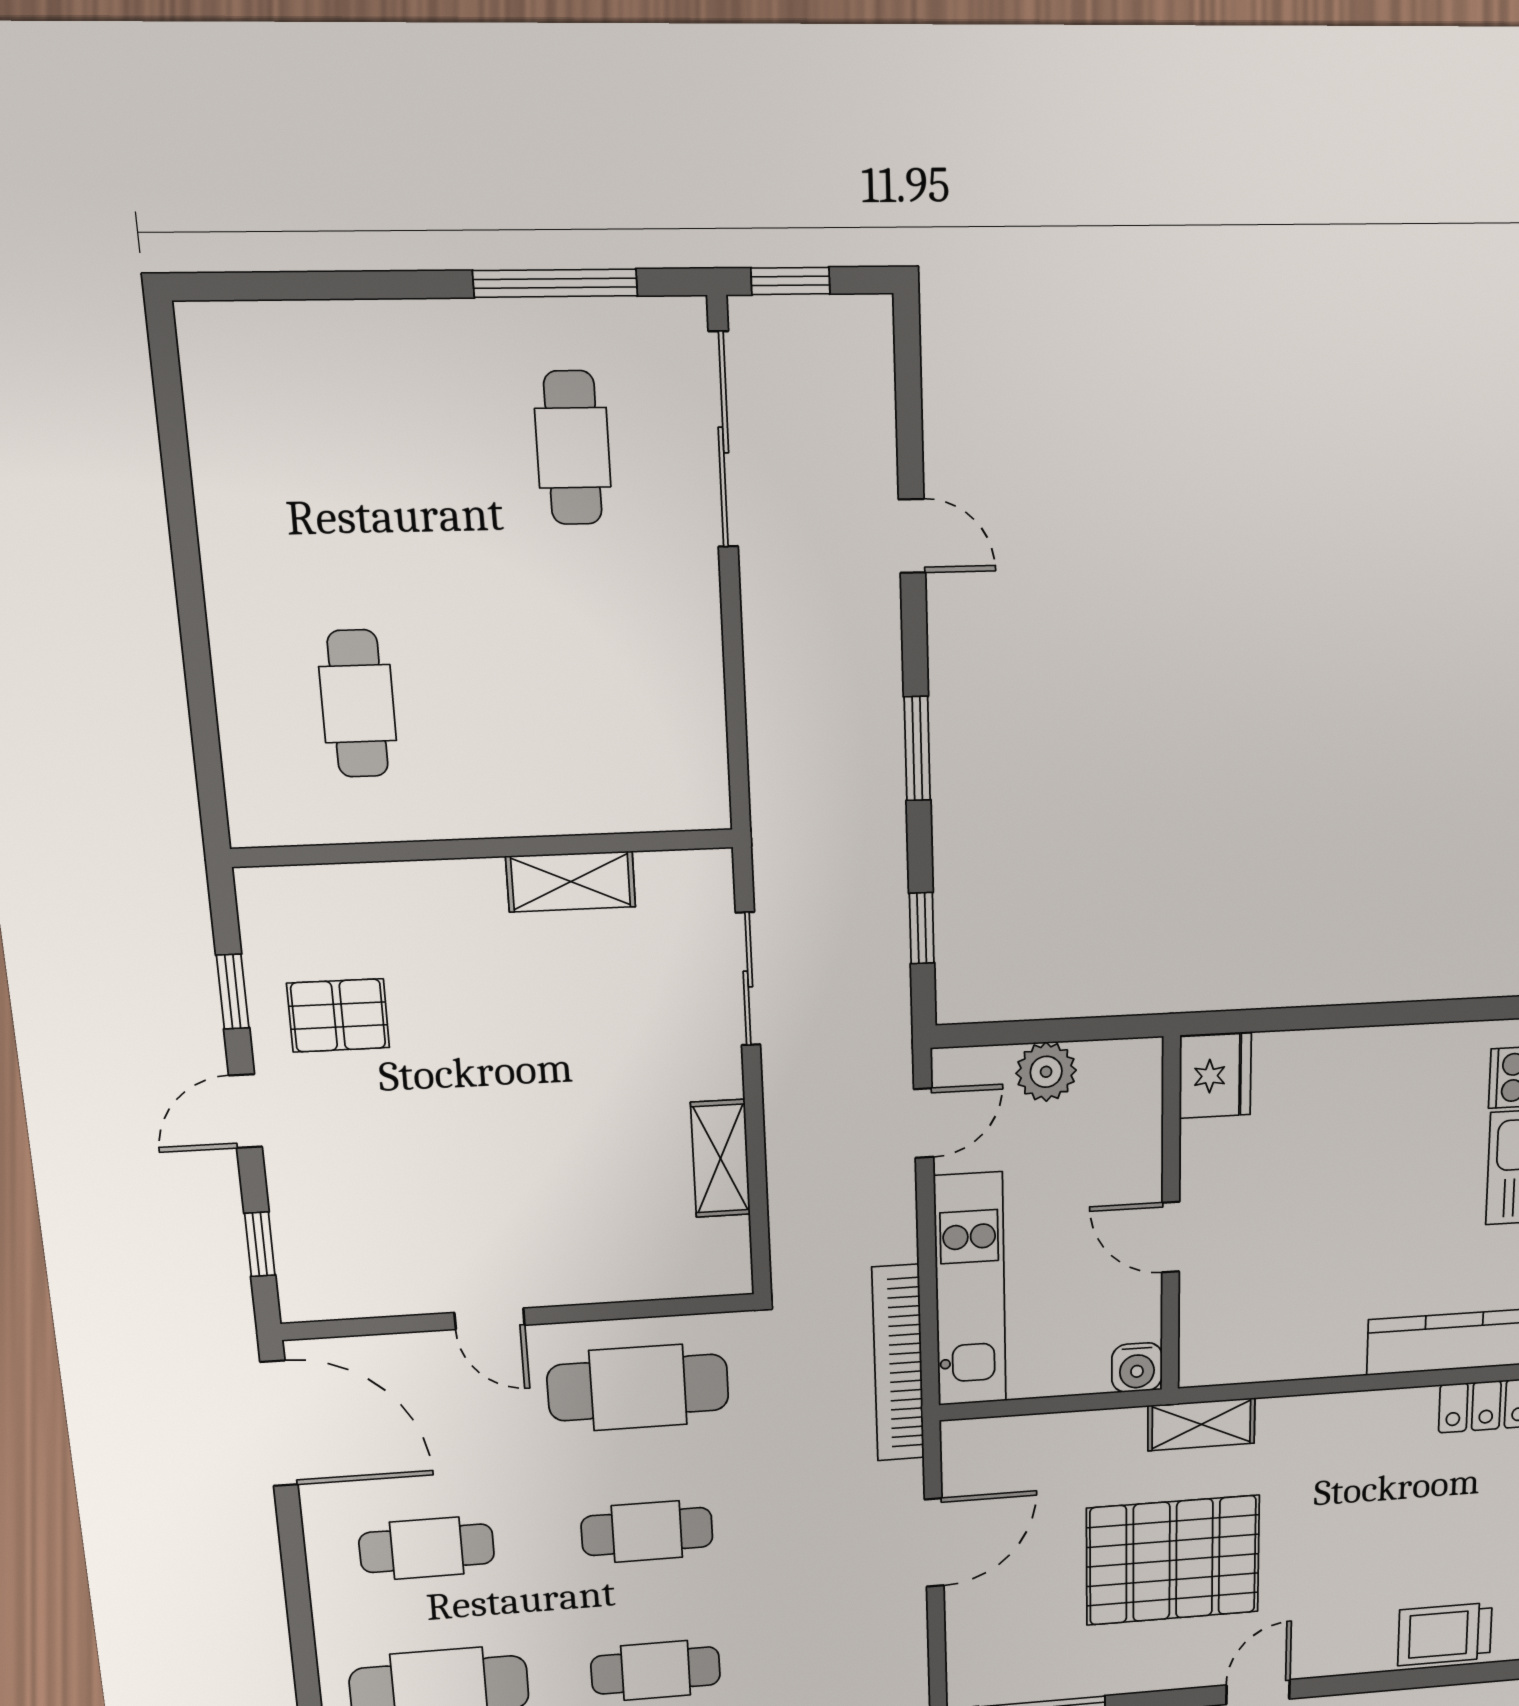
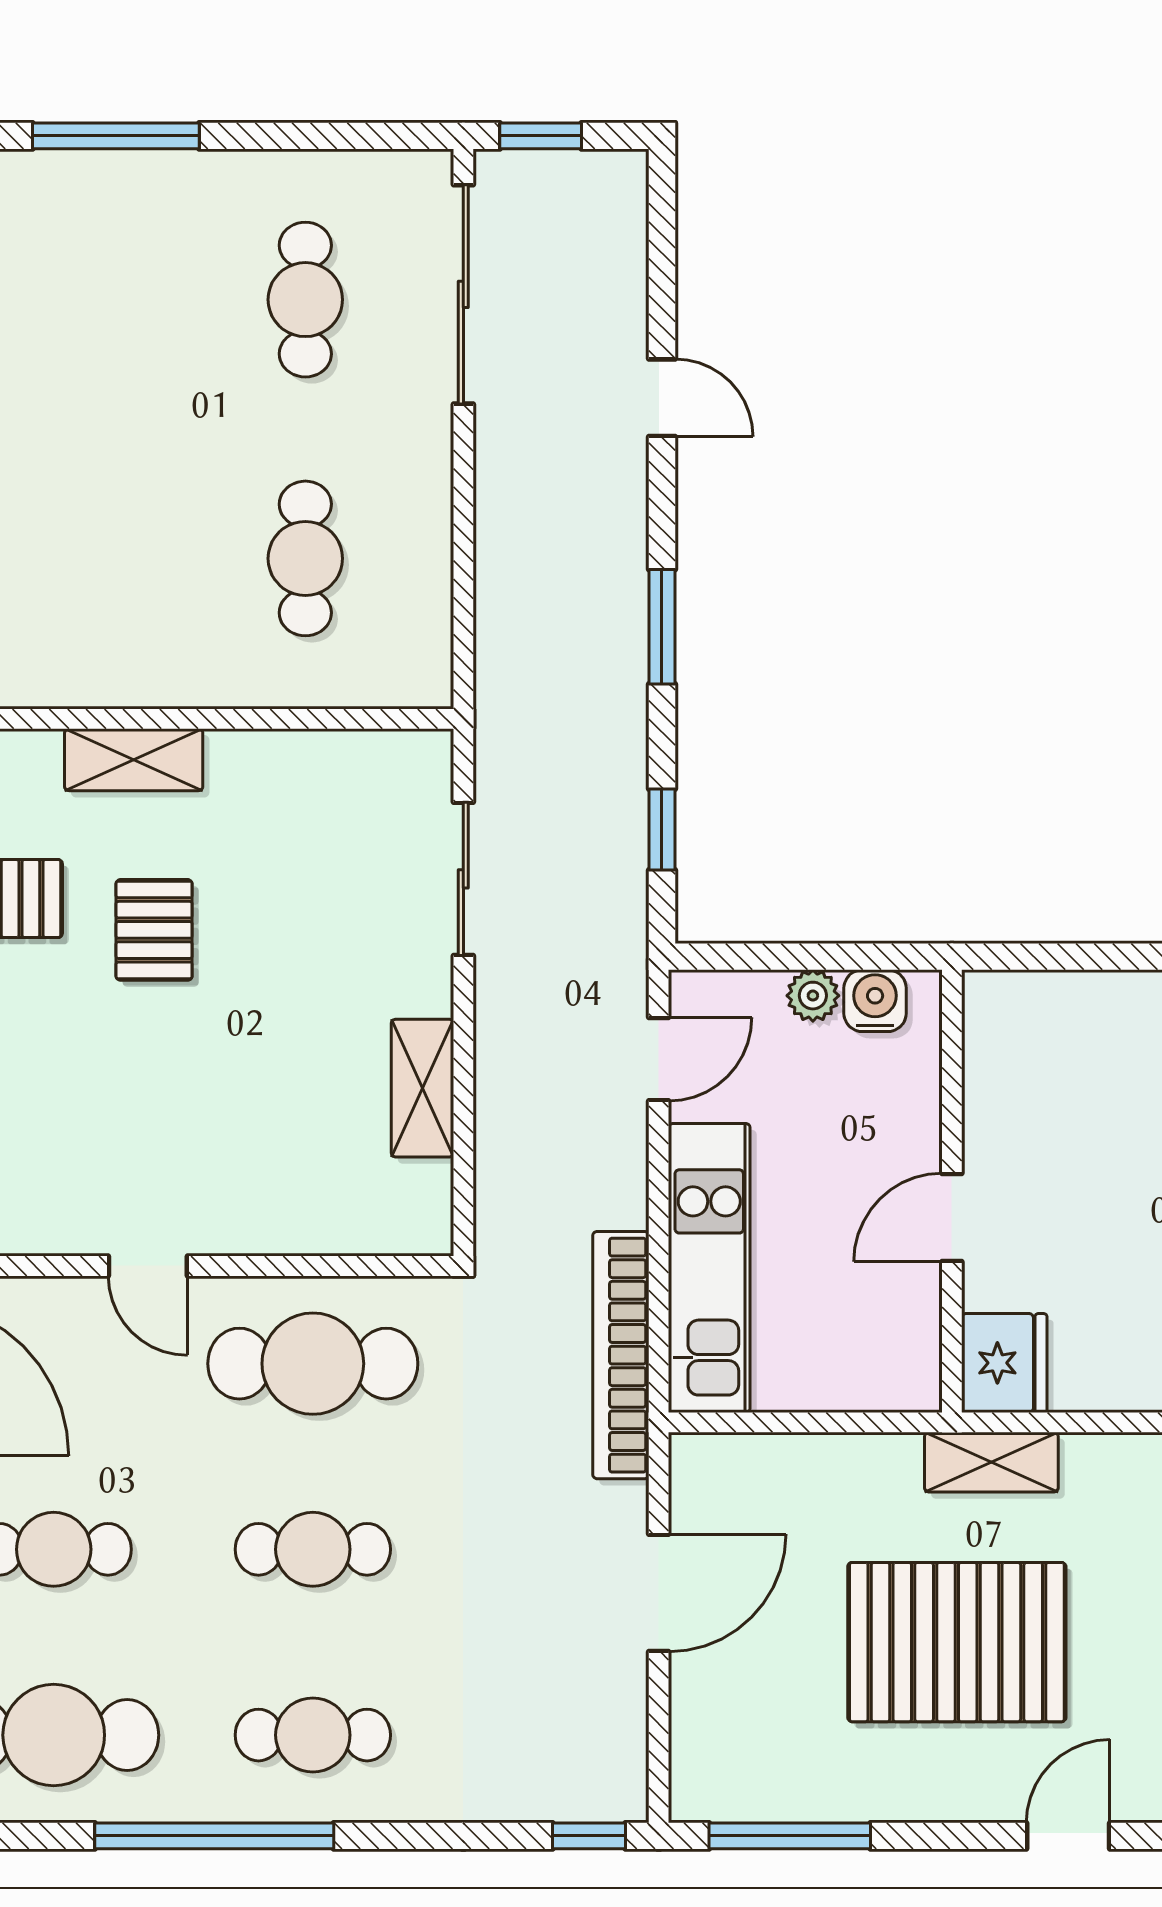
window: (555, 283) -> (116, 136), moved
cafe table: (358, 704) -> (305, 558), moved
shelving: (571, 882) -> (134, 760), moved
pallet: (473, 1037) -> (154, 930), added
plant: (1046, 1072) -> (813, 996), width x0.73, depth x0.73
fridge: (1215, 1076) -> (1004, 1363), moved
door: (1171, 1237) -> (952, 1217), hinge flipped
water cooler: (1137, 1367) -> (875, 1001), moved, turned 180

